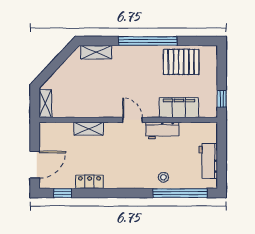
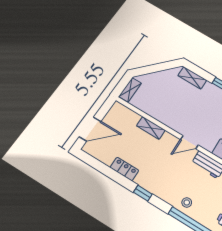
door: (132, 120) -> (189, 142), swing flipped
window: (63, 193) -> (143, 193), moved

